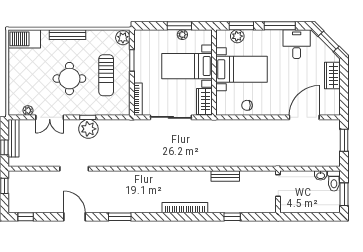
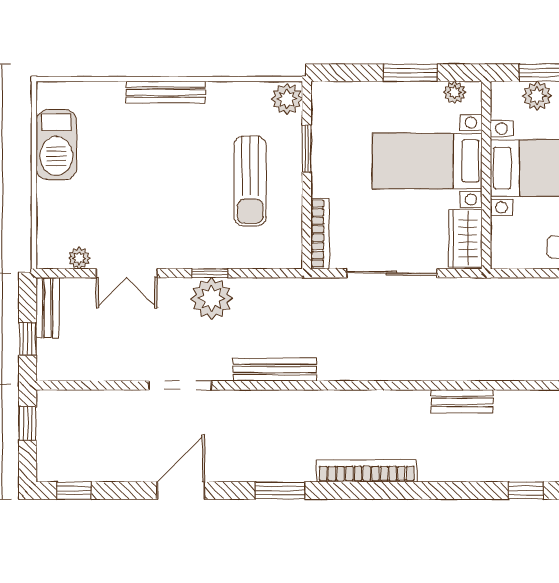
plant: (182, 35) -> (455, 92), moved
barbecue: (24, 39) -> (56, 145), moved, turned -90
round table: (69, 79) -> (170, 188), removed
bench: (14, 138) -> (48, 308), width x0.73
bench: (117, 161) -> (275, 370), added
bench: (225, 176) -> (462, 401), moved
bookcase: (185, 208) -> (367, 471), moved
door: (74, 217) -> (181, 491), hinge flipped

